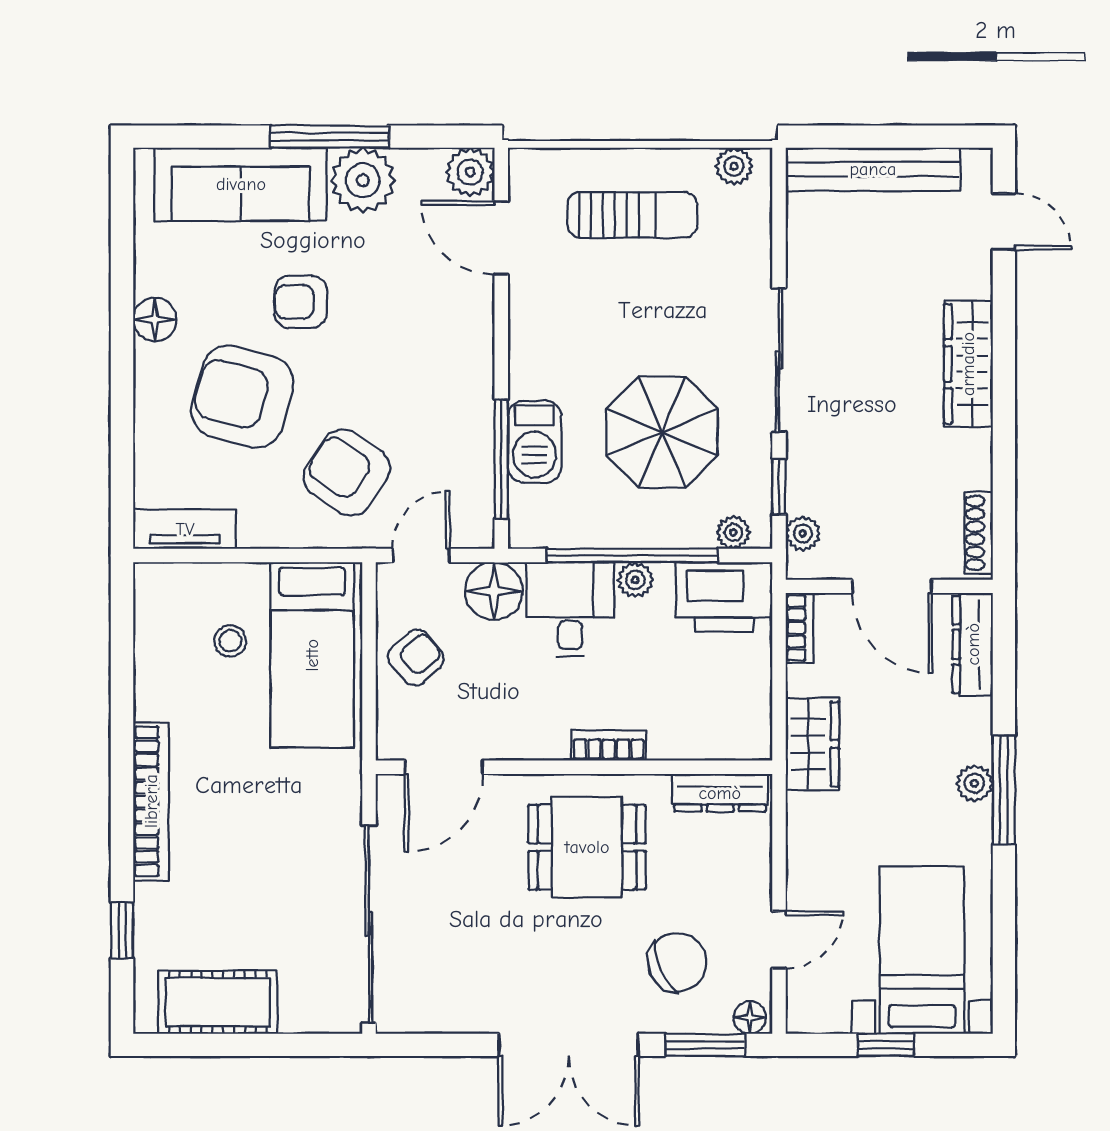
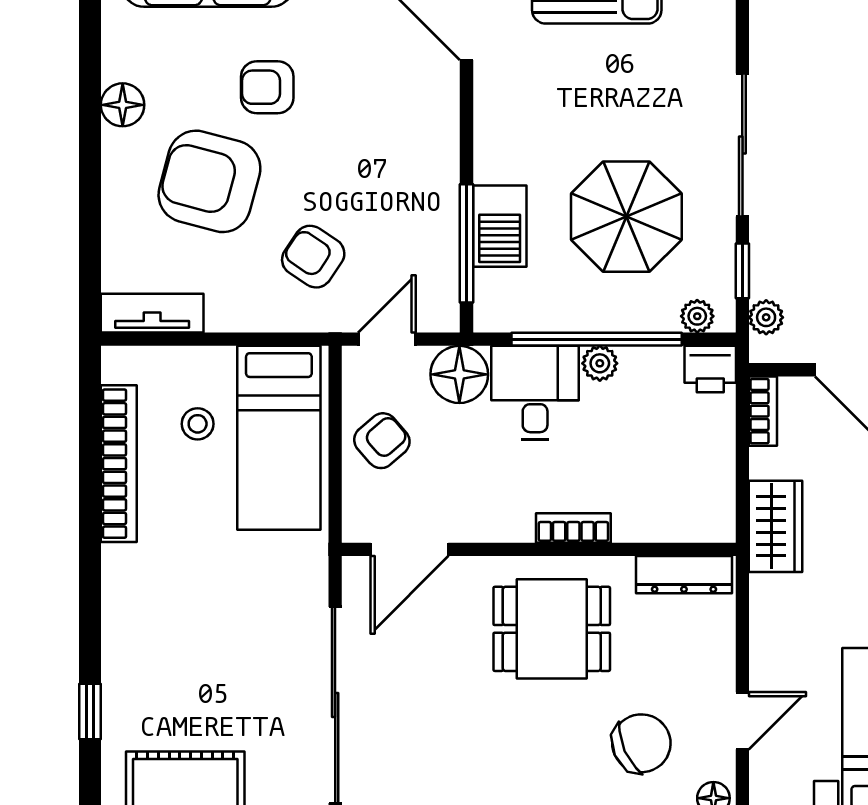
armchair: (347, 472) -> (313, 257), width x0.72, depth x0.72
printer: (724, 597) -> (710, 369), width x0.53, depth x0.68
bookcase: (151, 801) -> (119, 464), moved

